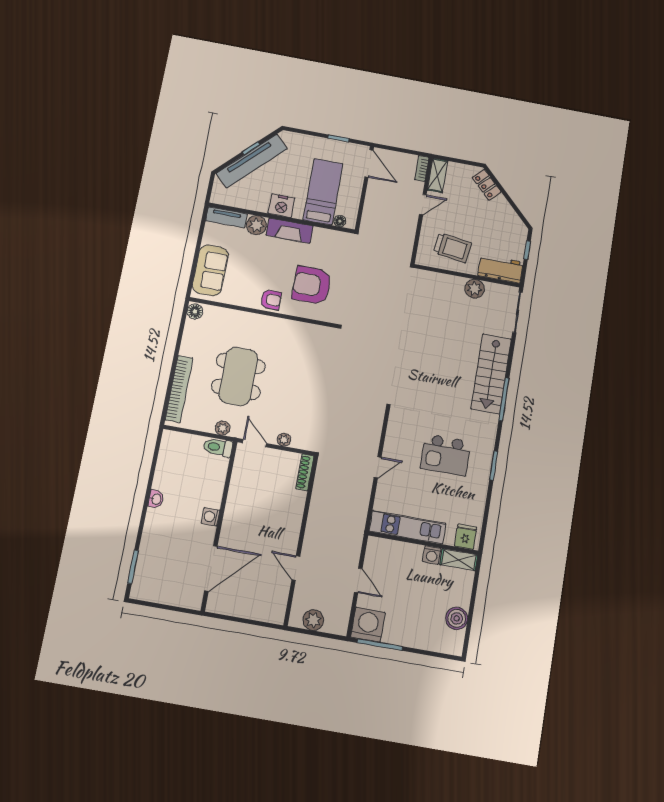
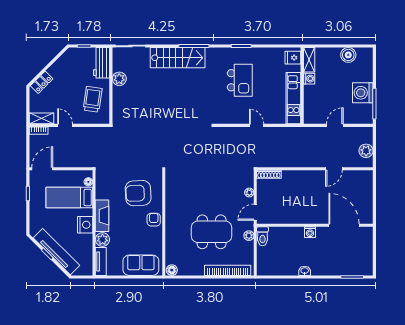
armchair: (312, 285) -> (138, 193), turned 87
washing machine: (368, 625) -> (363, 93), moved

